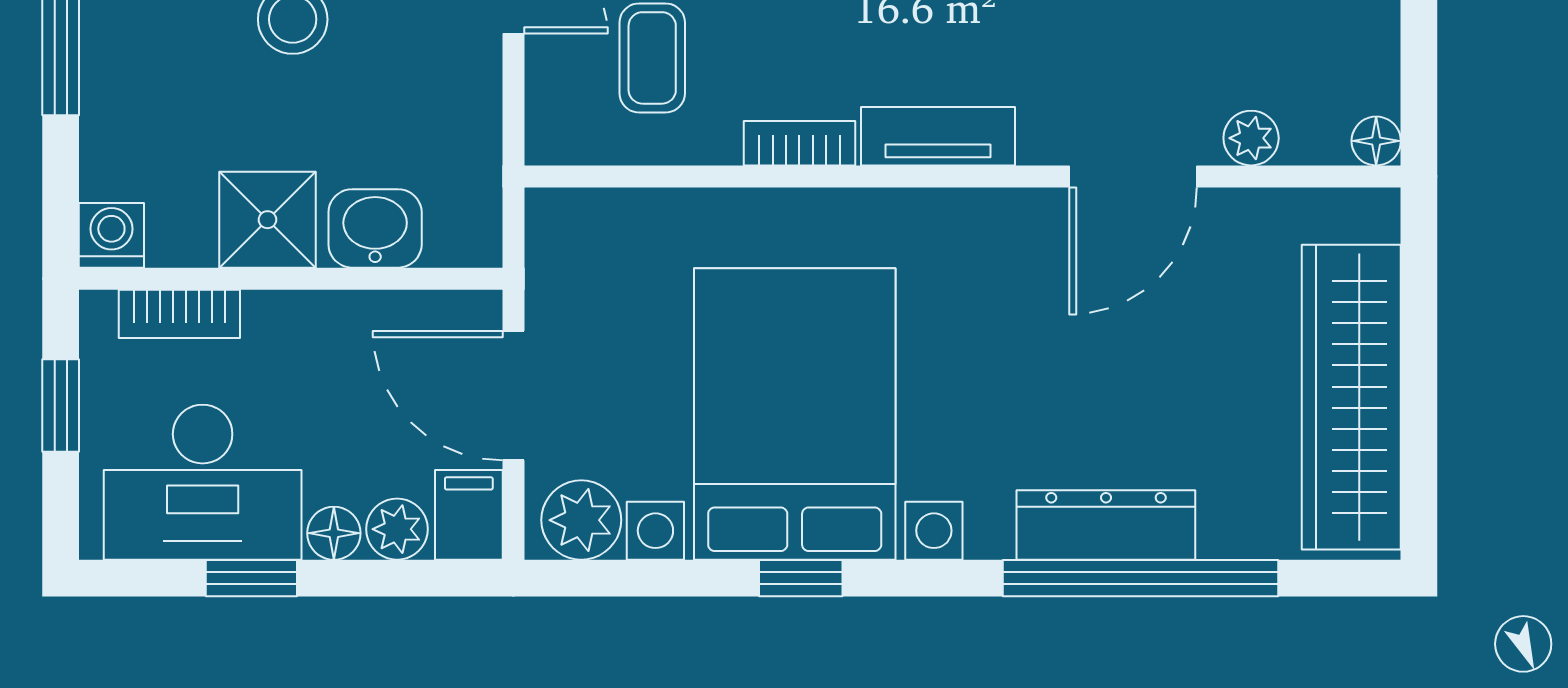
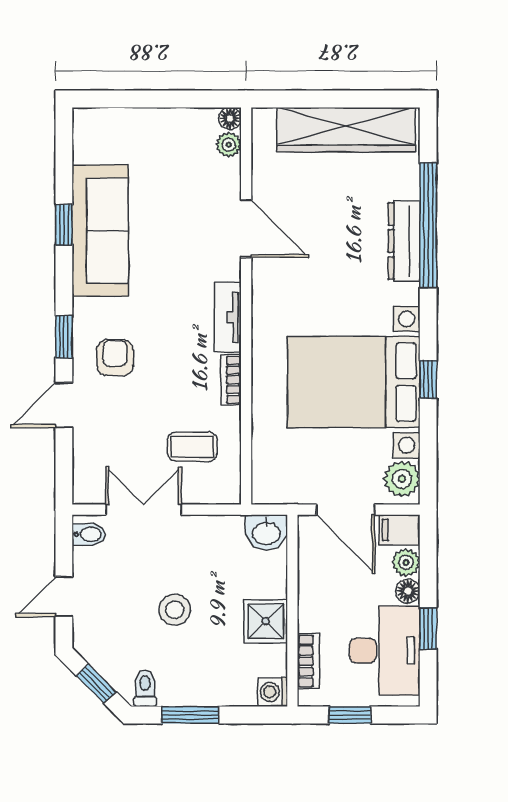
plant: (1251, 138) -> (229, 145), moved
washbasin: (375, 228) -> (266, 532), moved, turned -90
door: (513, 396) -> (345, 510), hinge flipped

